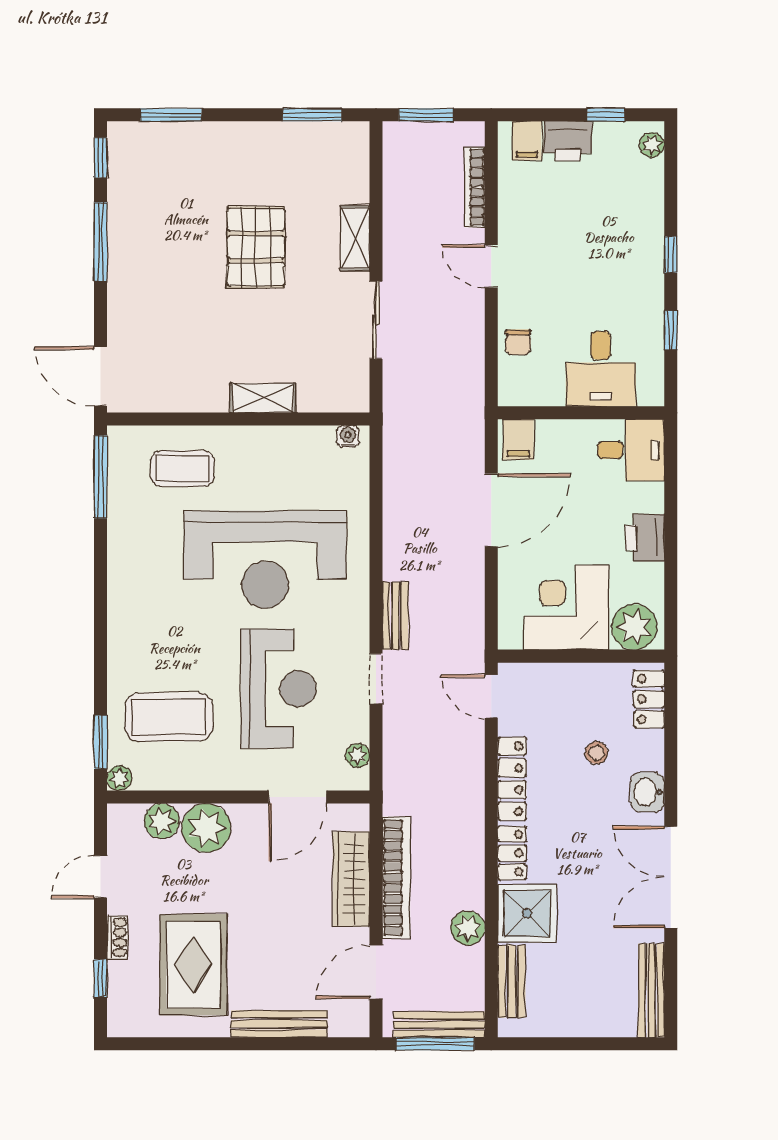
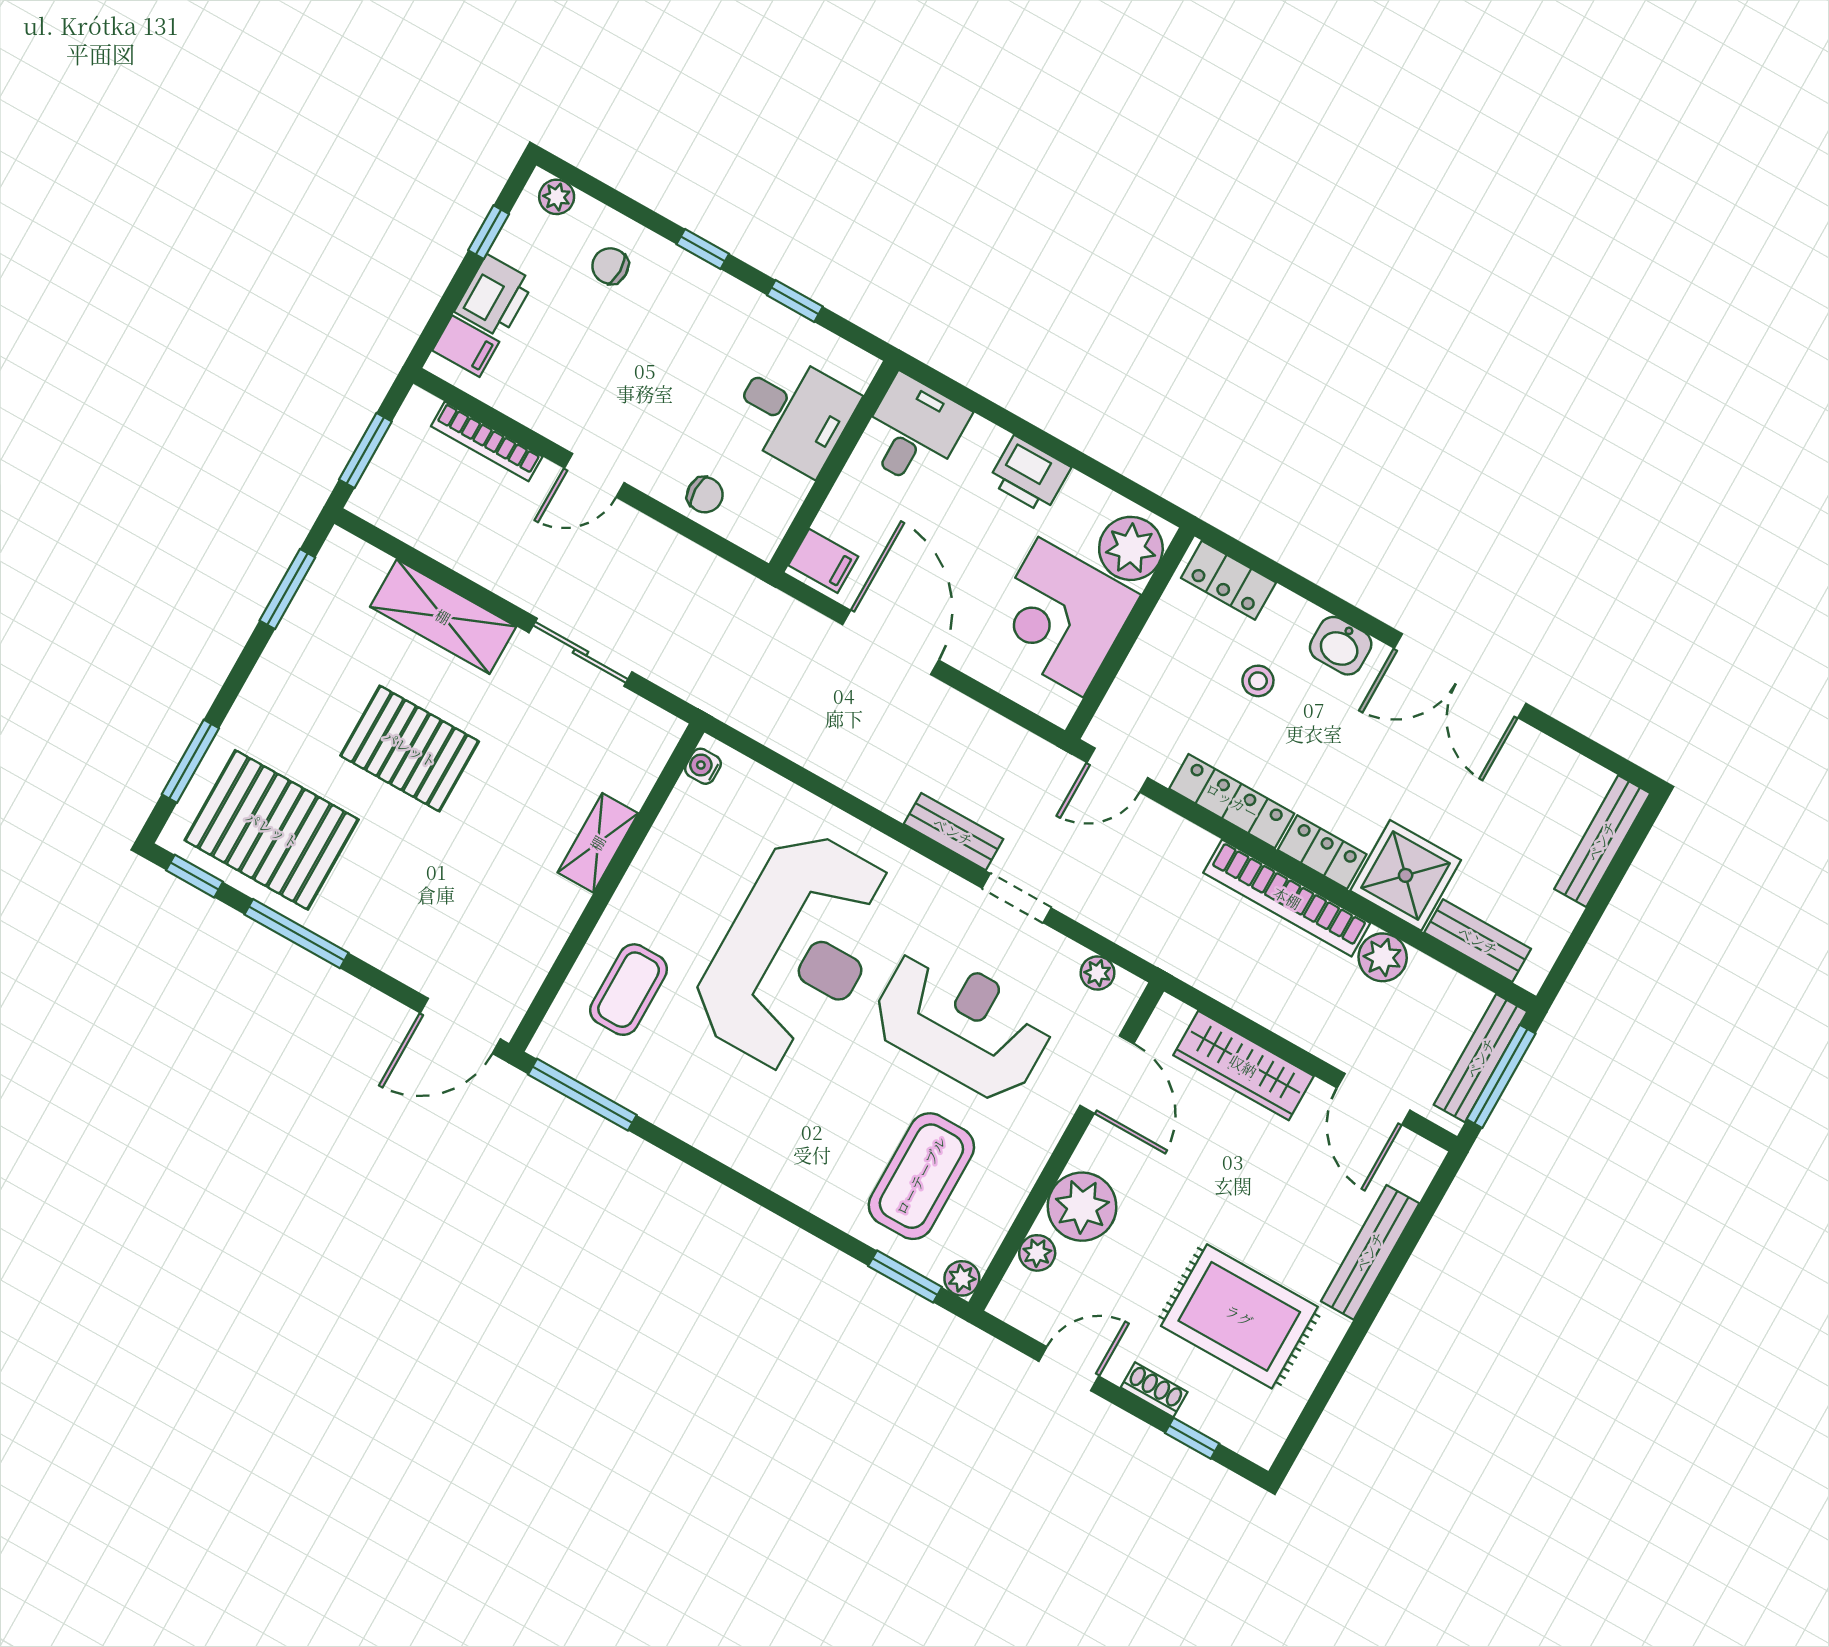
pallet: (156, 190) -> (272, 830), added
chair: (628, 203) -> (610, 266), added
shelving: (355, 238) -> (443, 617), width x1.50, depth x1.33
plant: (162, 821) -> (1037, 1253), width x0.73, depth x0.73
door: (101, 877) -> (1069, 1369), swing flipped
bookcase: (396, 878) -> (1287, 898), moved, turned 180
bench: (651, 990) -> (1602, 841), moved, turned 90

